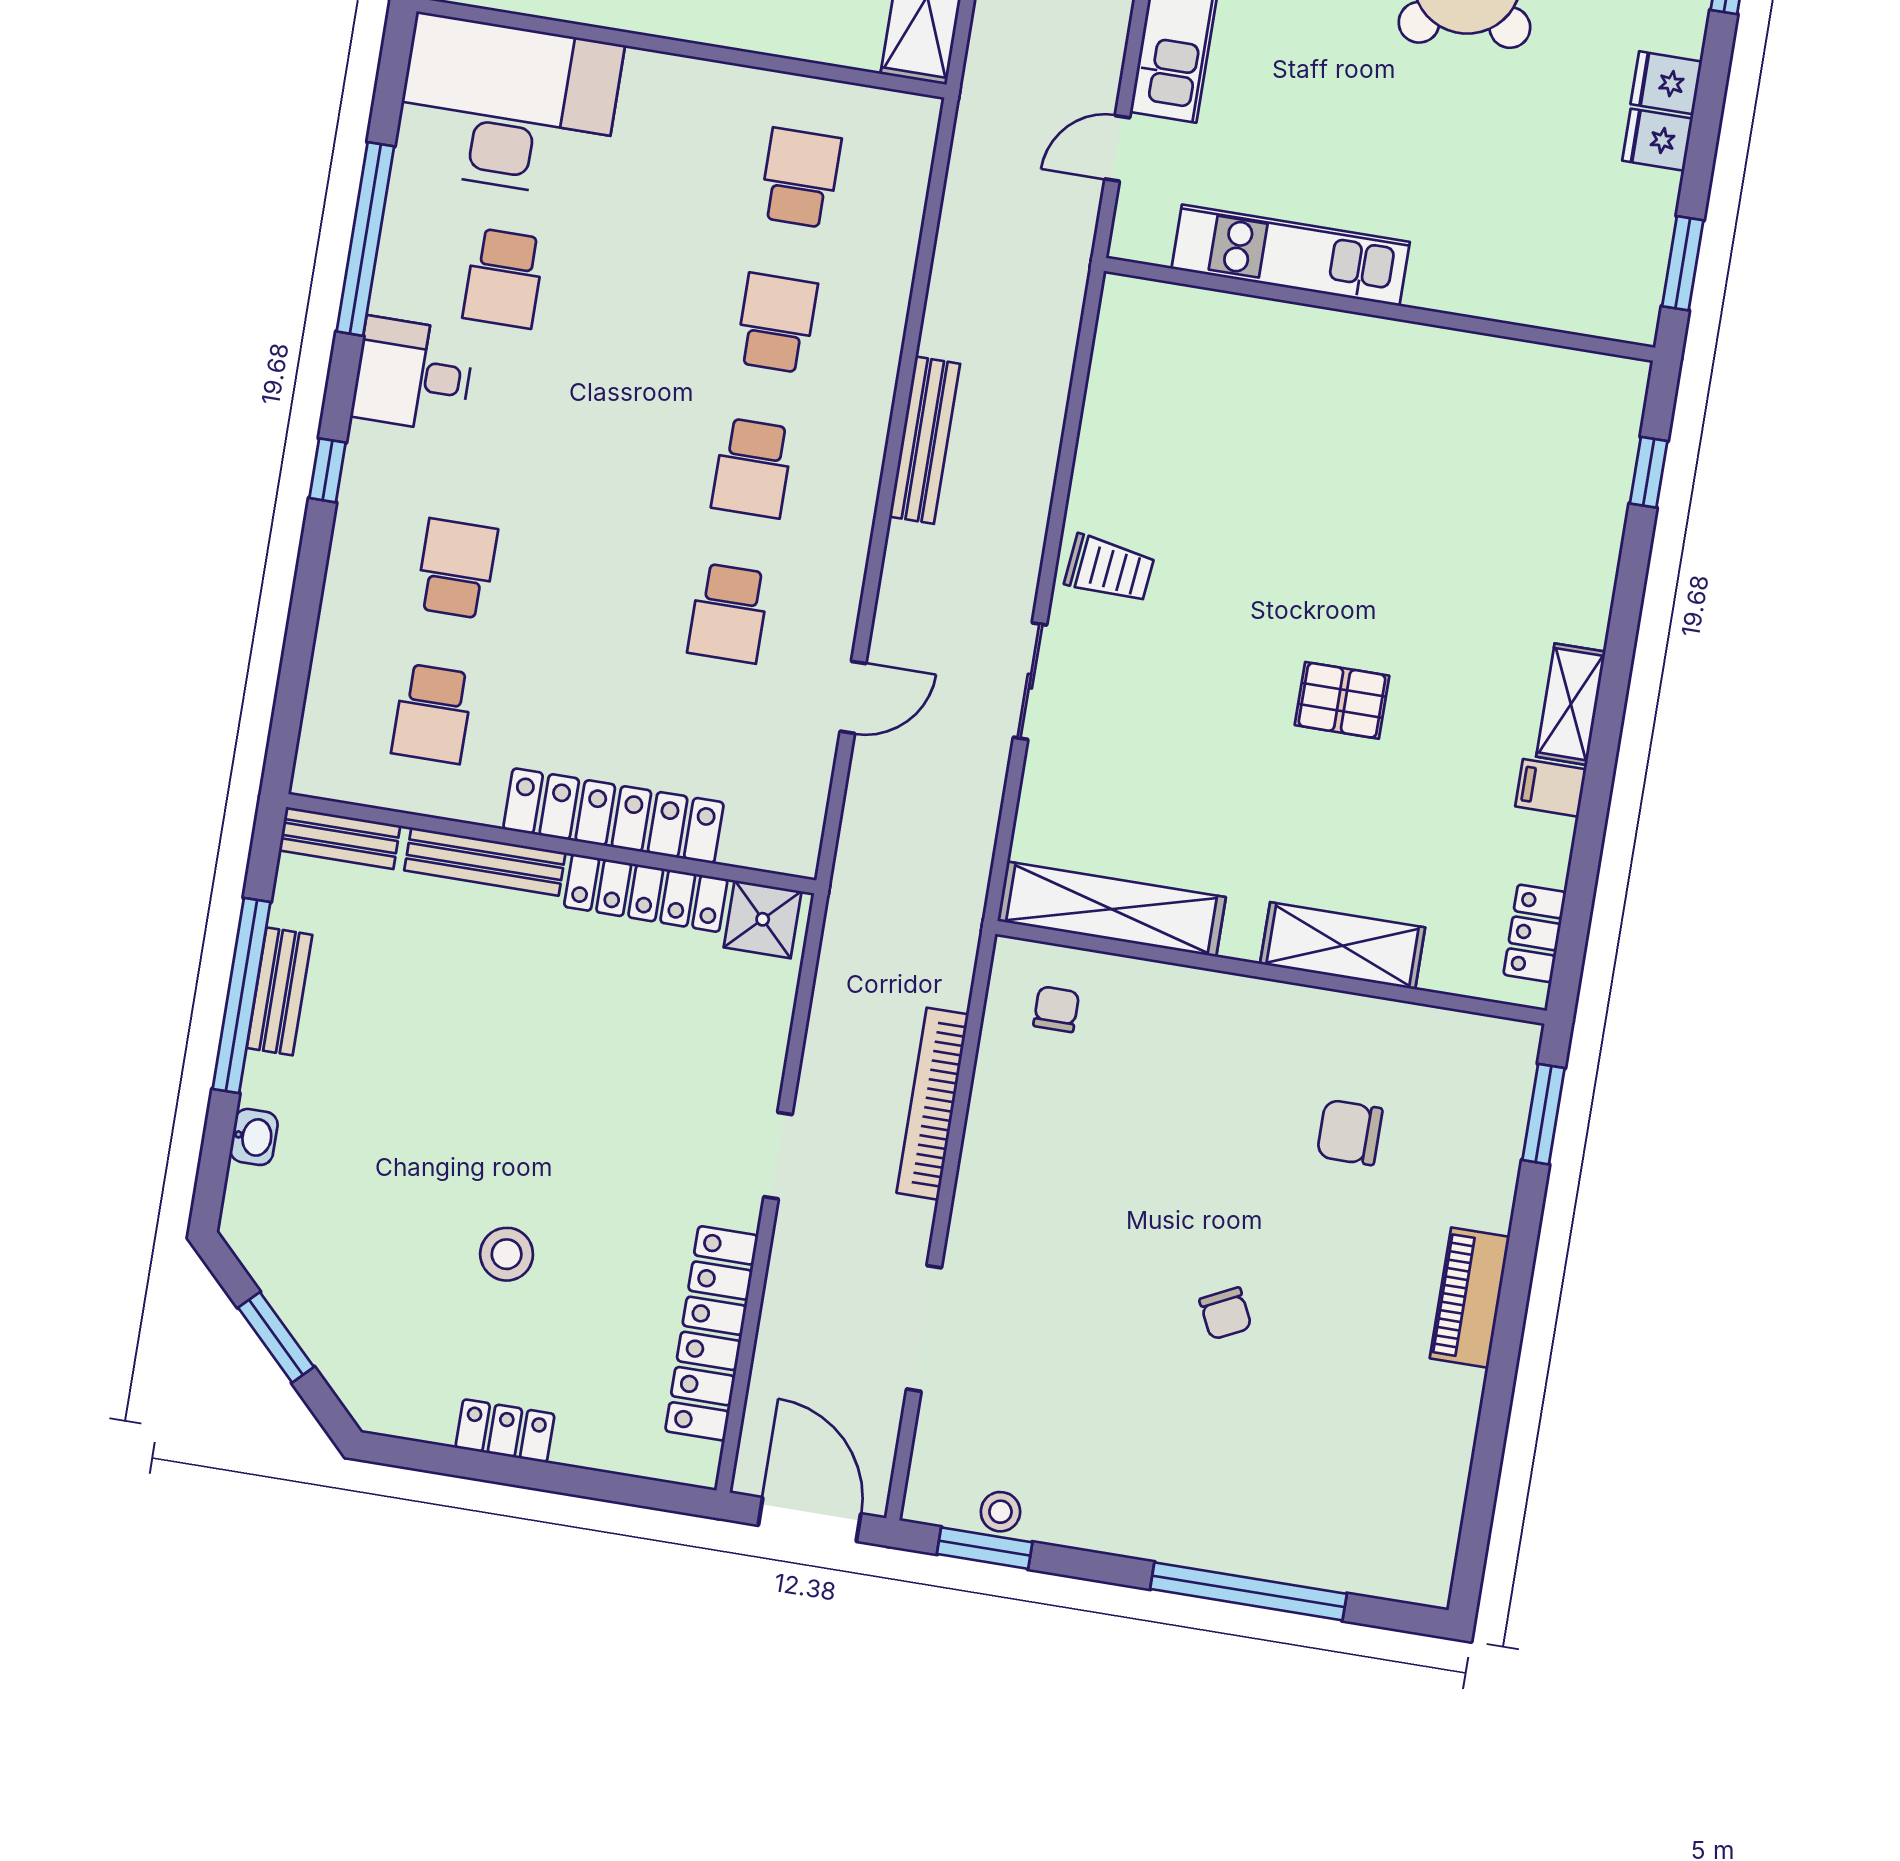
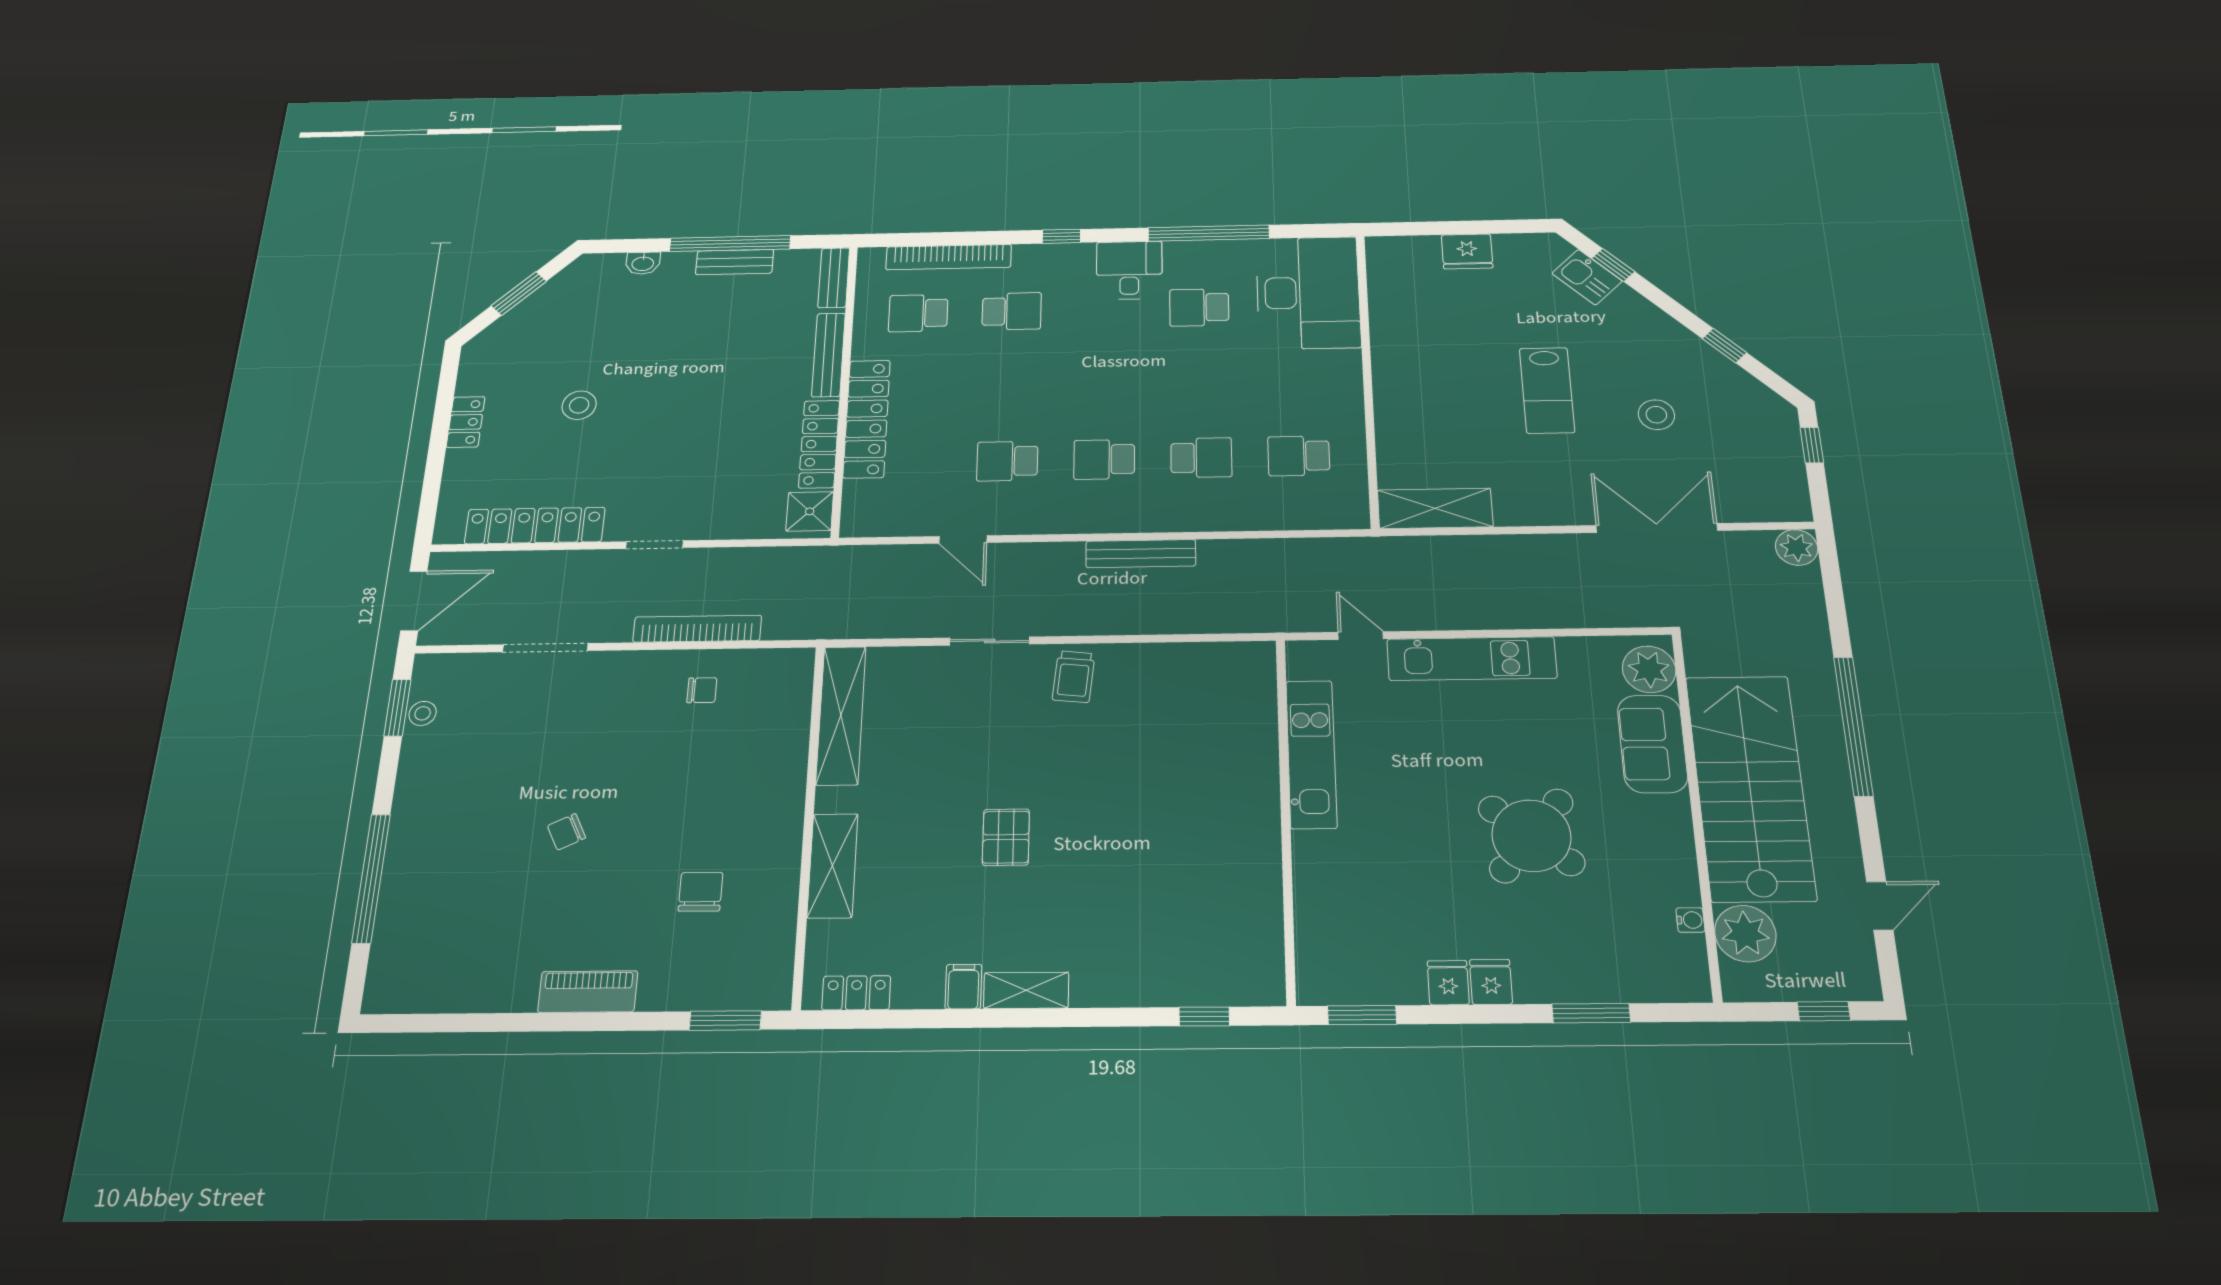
school desk: (800, 178) -> (1299, 456), turned 180
bookcase: (334, 653) -> (949, 257), added
chair: (1056, 1009) -> (702, 690), moved

